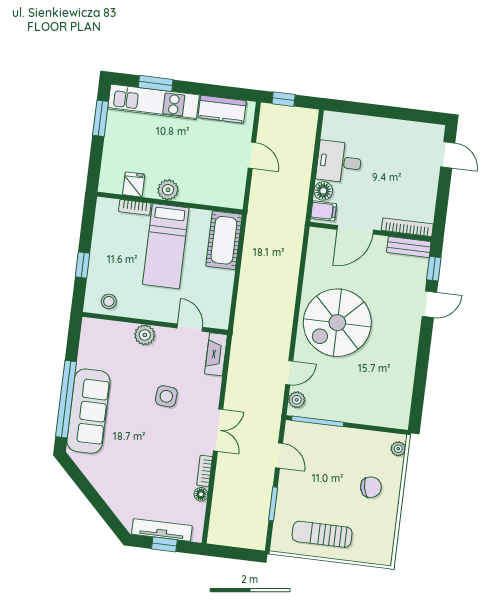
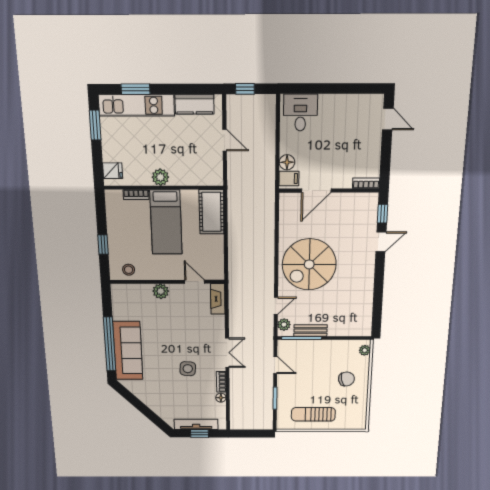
desk: (339, 162) -> (300, 113), moved, turned 90
fridge: (134, 184) -> (113, 171), moved, turned 90
bookcase: (407, 227) -> (366, 183), width x0.64
bench: (409, 247) -> (310, 331), moved
side table: (166, 396) -> (188, 369), moved

